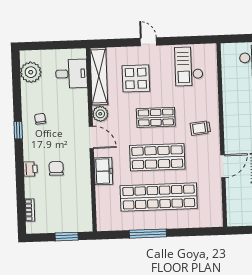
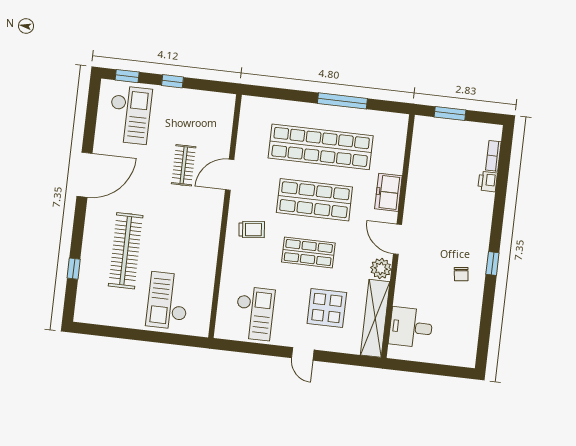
plant: (31, 72) -> (464, 337), removed
chair: (56, 168) -> (450, 205), removed
printer: (30, 169) -> (488, 181), moved

